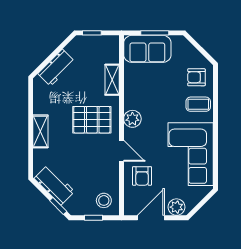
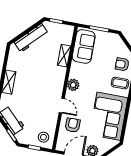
sofa: (147, 49) -> (84, 47), moved, turned -90
workbench: (56, 68) -> (31, 38), width x1.38
pallet: (92, 120) -> (45, 80), removed
armchair: (142, 176) -> (73, 125), turned 180

